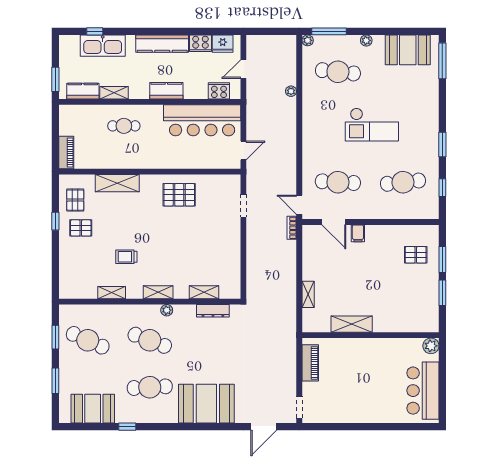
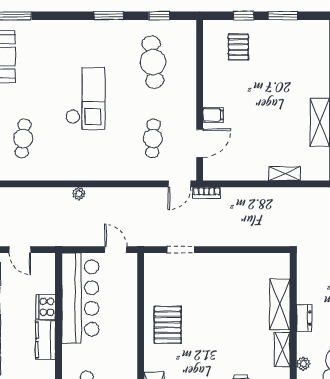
cafe table: (338, 72) -> (23, 138), width x0.73, depth x0.74
cooker: (219, 91) -> (46, 307), moved
plant: (291, 91) -> (79, 194), moved
cafe table: (338, 182) -> (153, 138), width x0.73, depth x0.74
window: (442, 260) -> (244, 16), width x0.67
shelving: (204, 292) -> (280, 304), width x1.50, depth x1.33
plant: (167, 310) -> (303, 364), moved
dresser: (213, 311) -> (304, 318), moved, width x0.70

